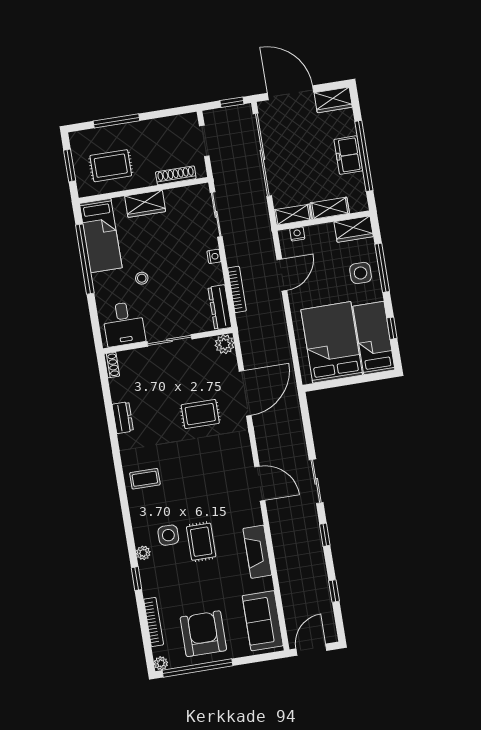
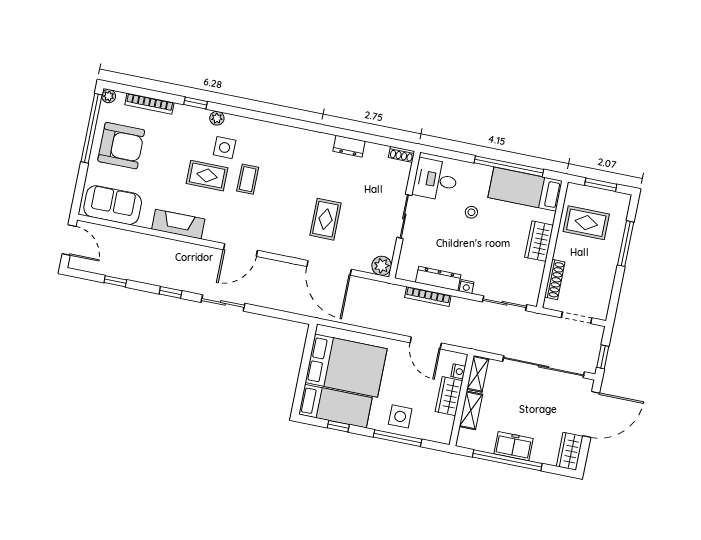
rug: (111, 166) -> (586, 223), turned 90
wardrobe: (354, 229) -> (449, 396), moved
dresser: (220, 307) -> (438, 279), moved
coffee table: (145, 479) -> (248, 179), moved

